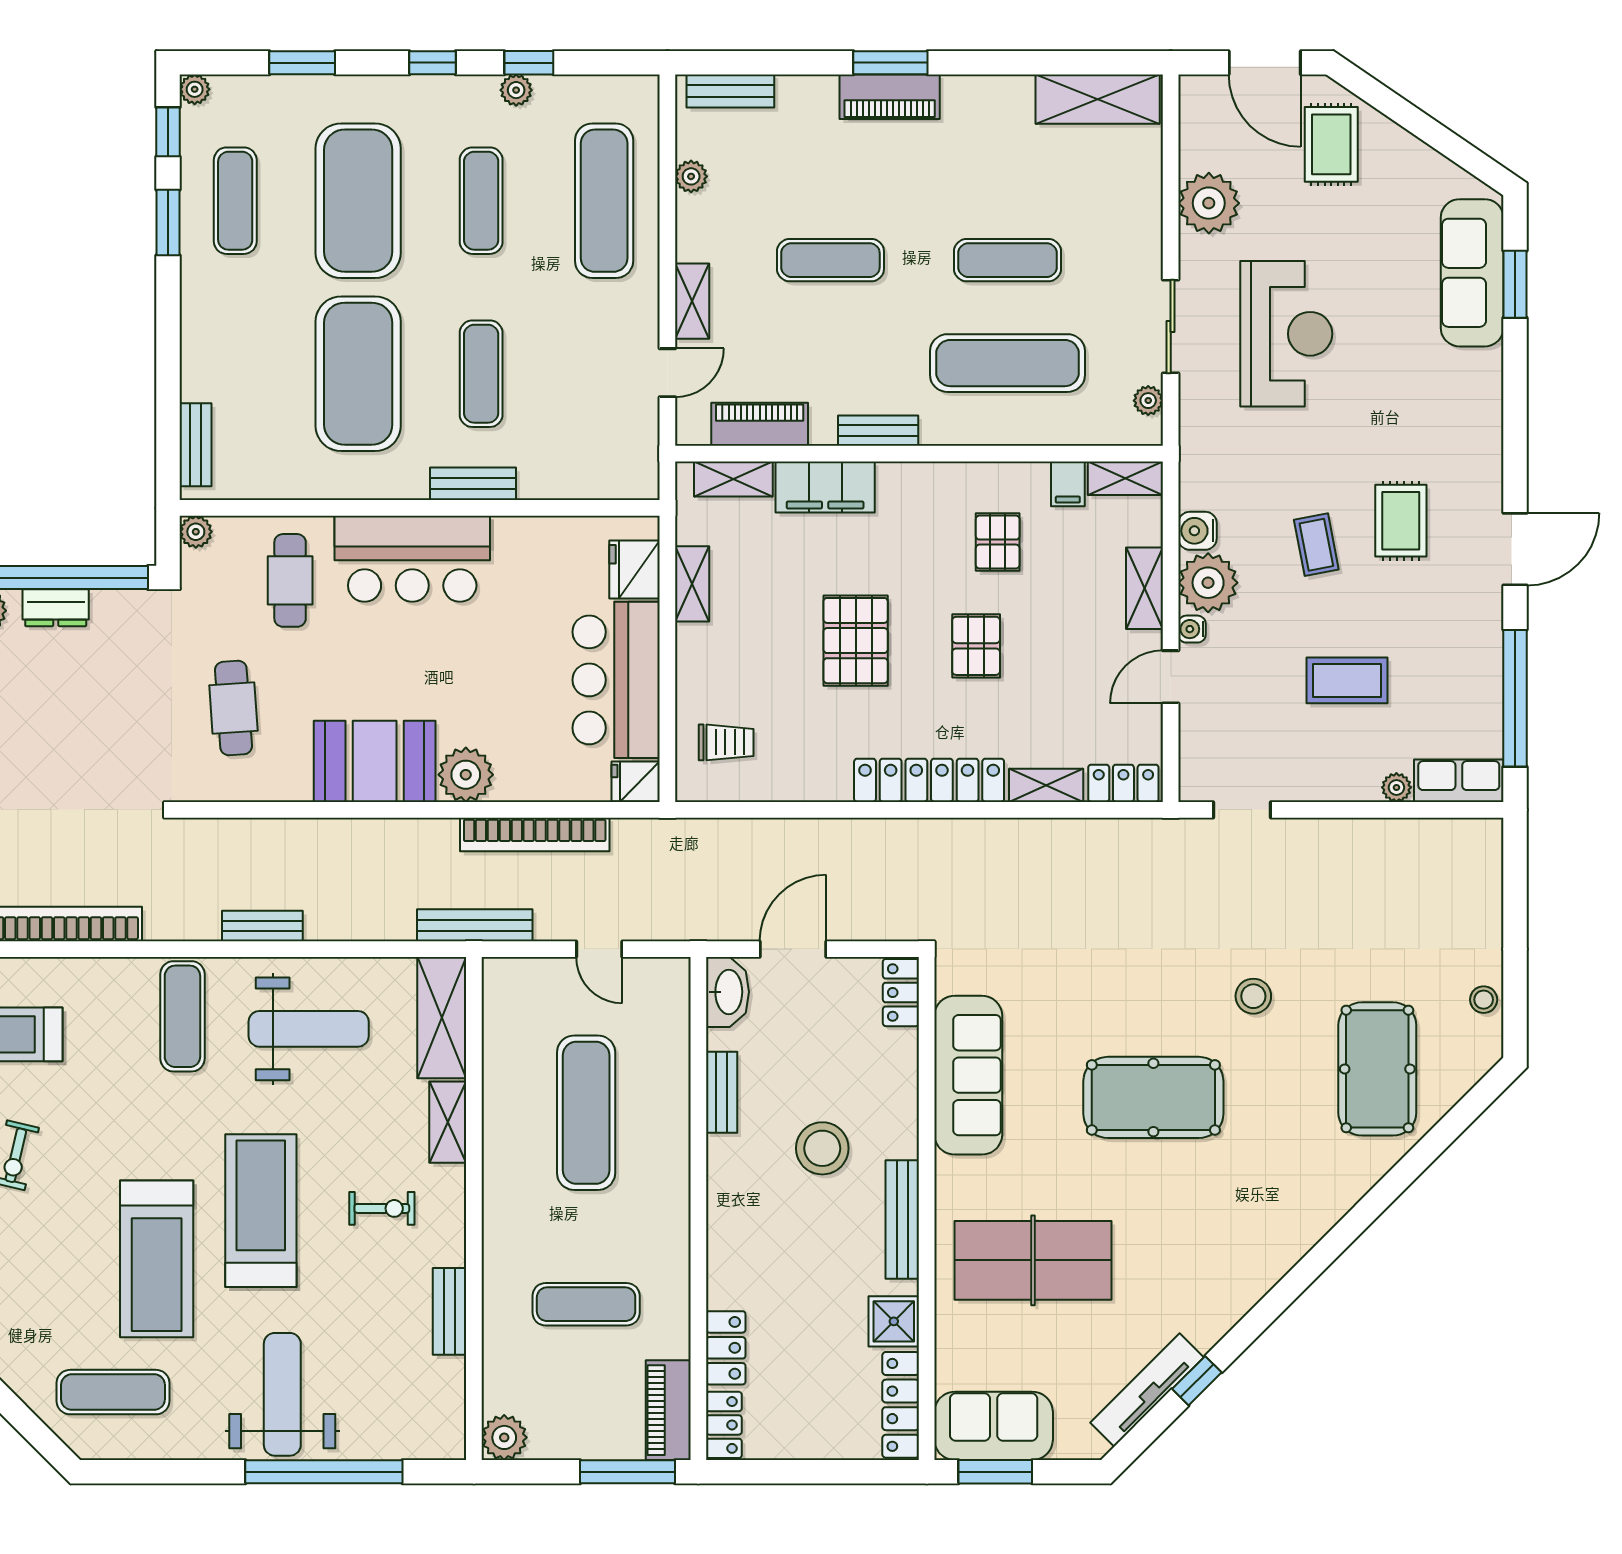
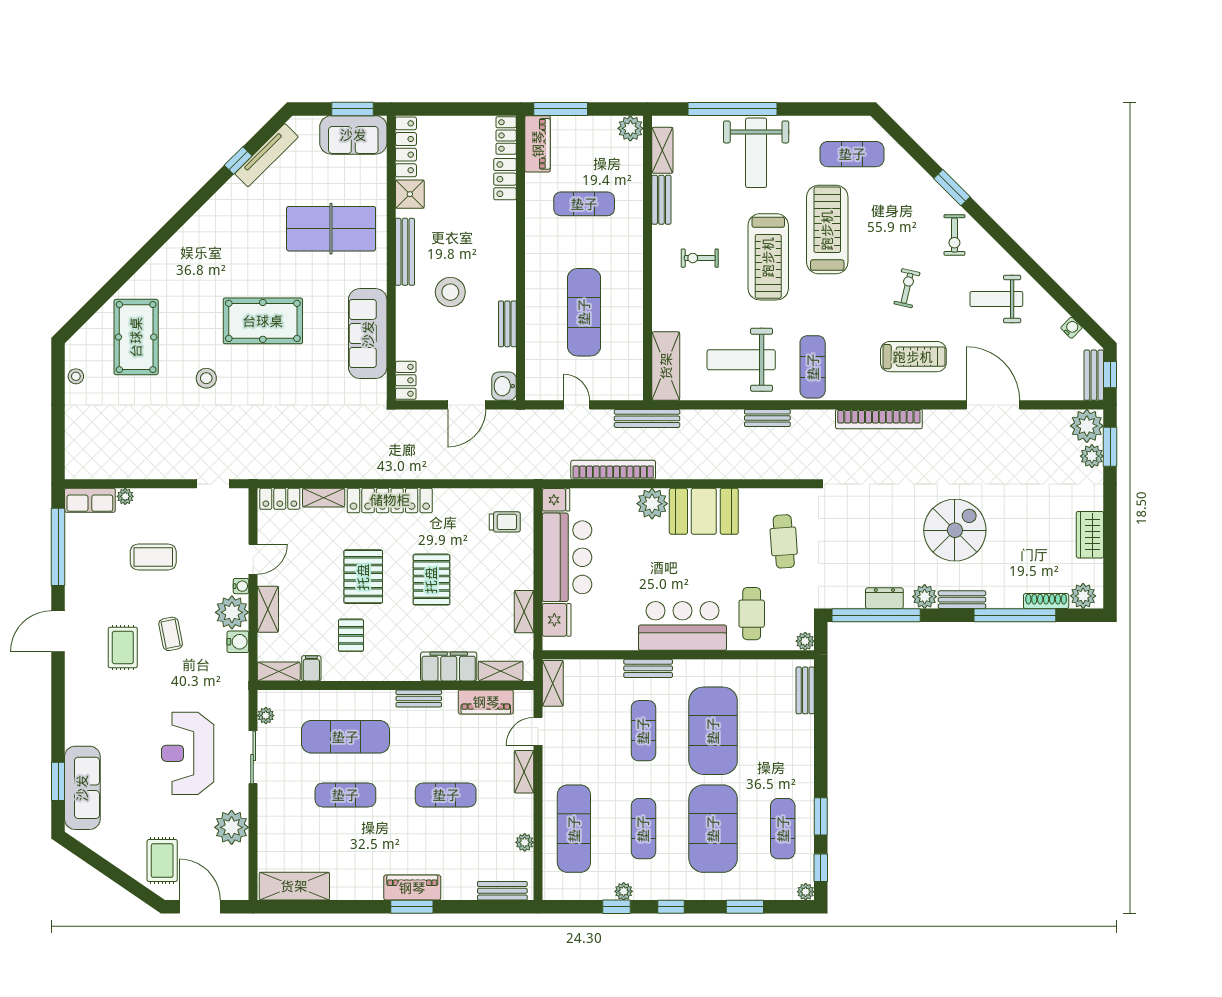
shelving: (641, 457) -> (553, 683), added
pallet: (976, 646) -> (363, 577), width x1.50, depth x1.42
trolley: (726, 742) -> (505, 522), turned 180
washbasin: (728, 992) -> (504, 386), width x0.72
shelving: (448, 1122) -> (662, 150), moved

